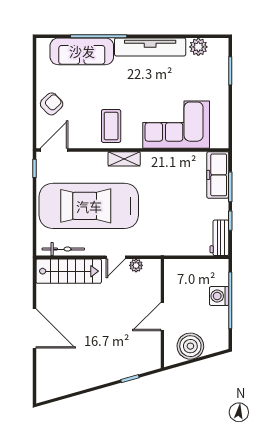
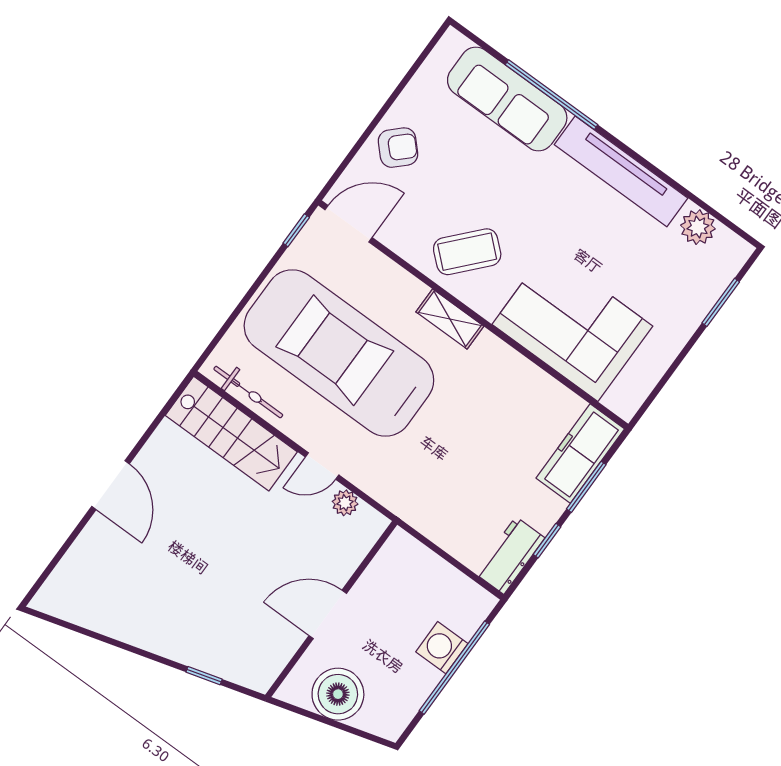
coffee table: (111, 126) -> (467, 252), turned 42
door: (35, 328) -> (110, 485), width x0.73

